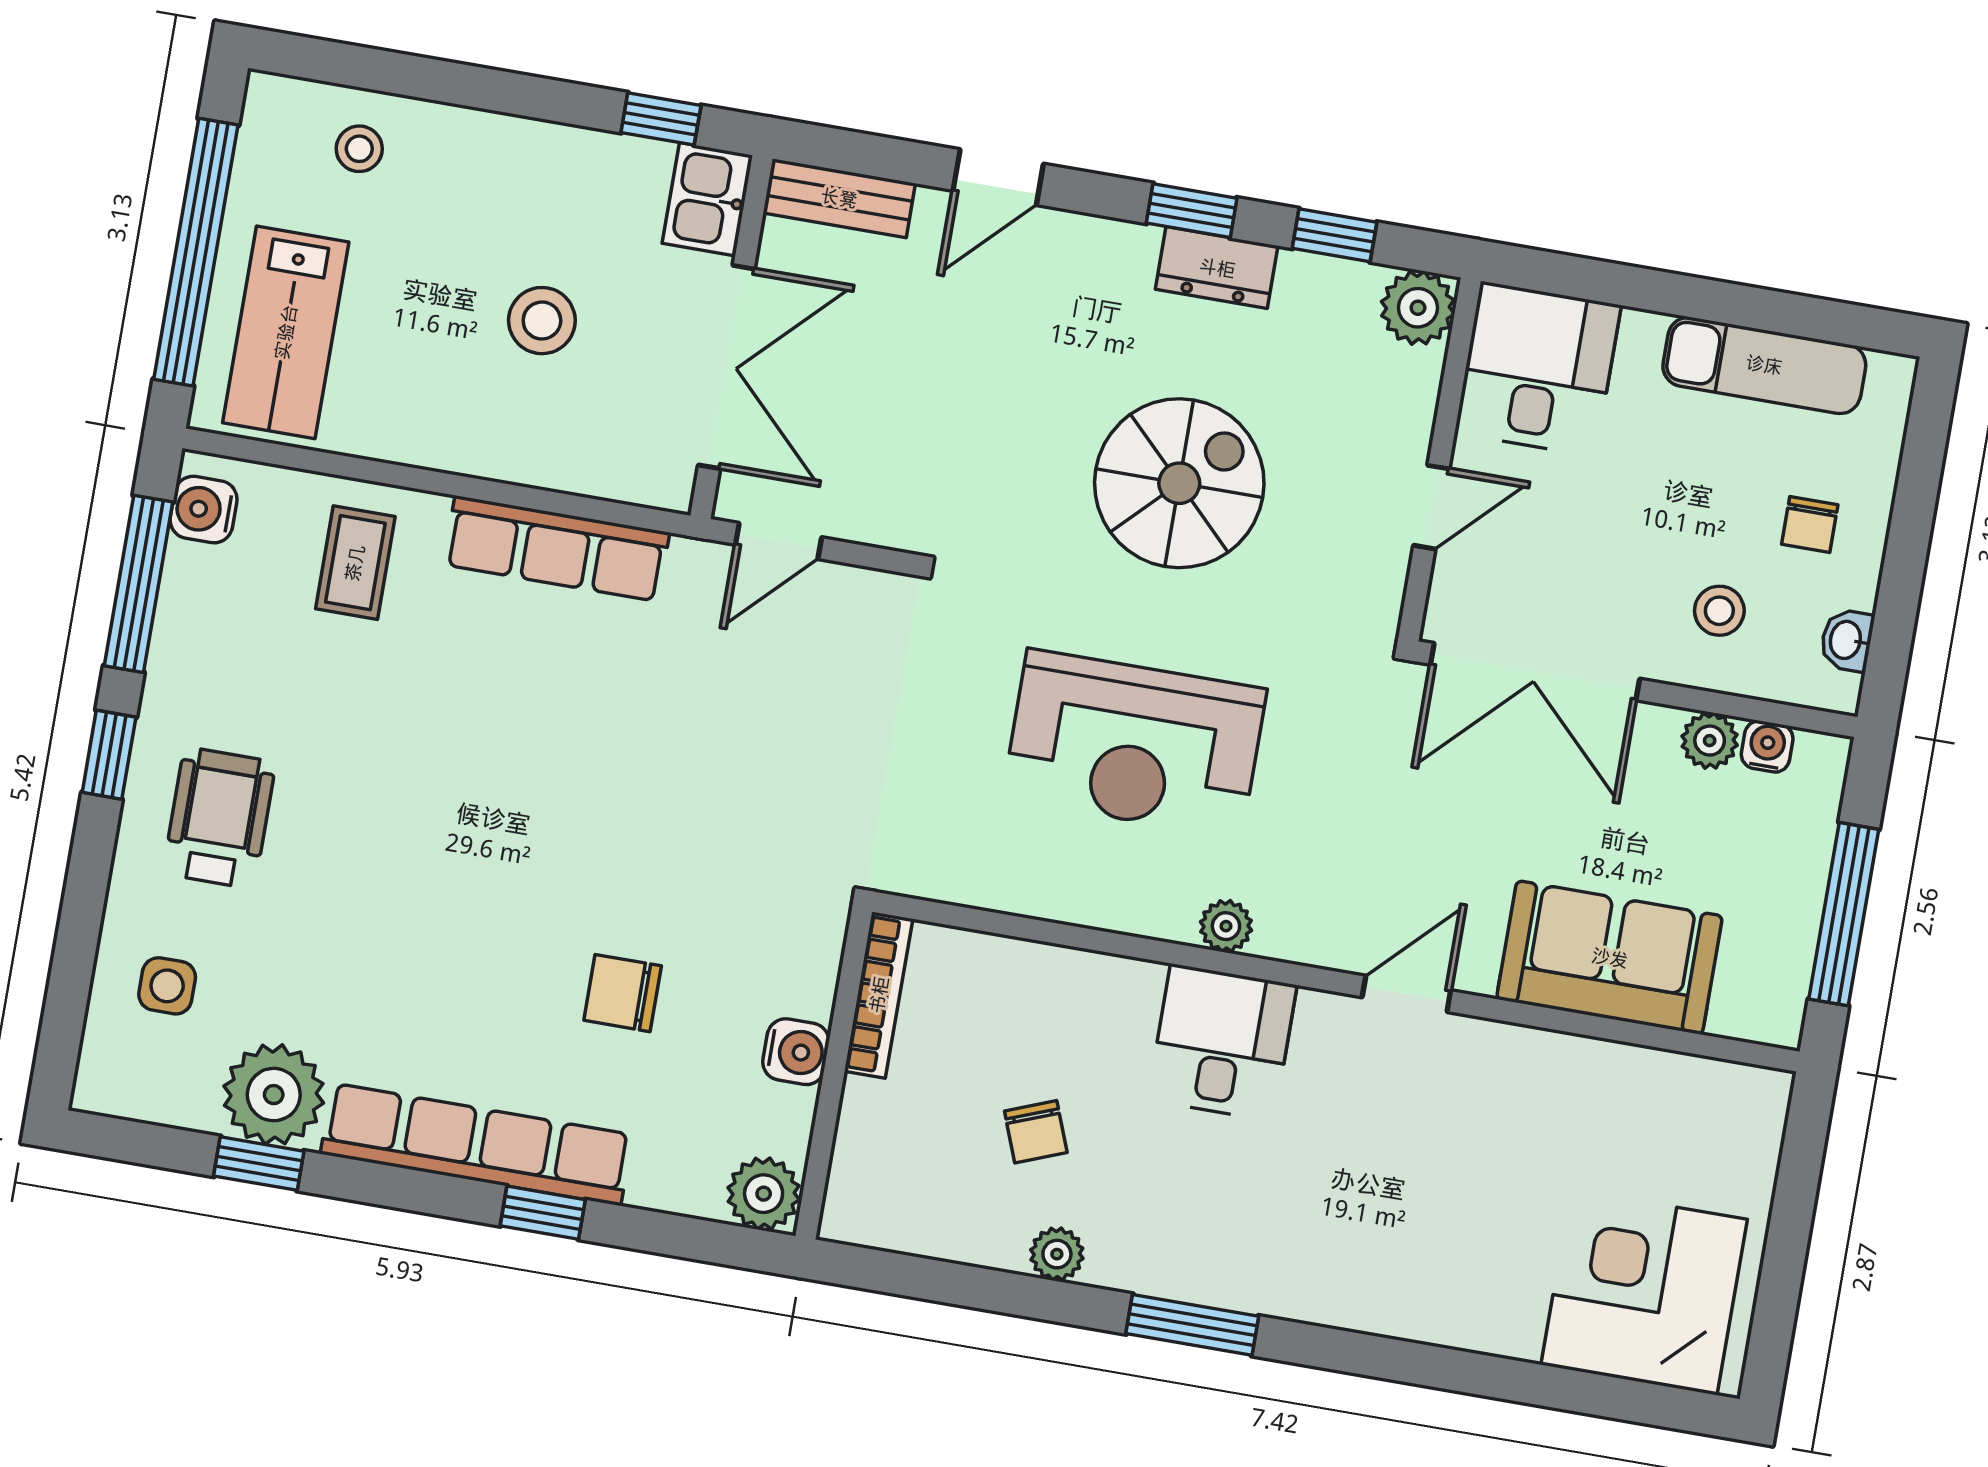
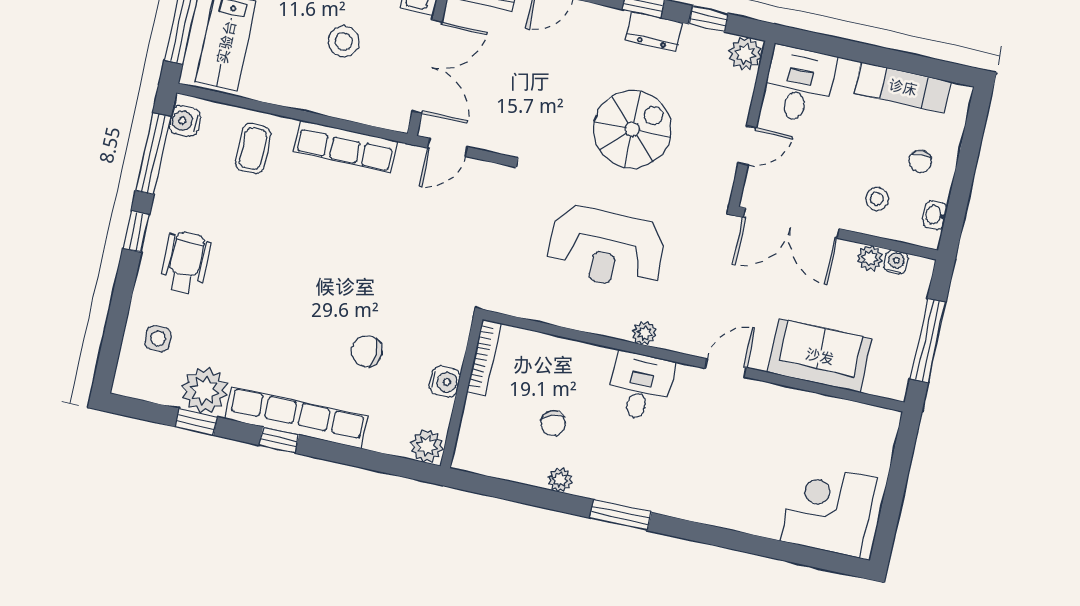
window: (543, 1213) -> (279, 440), moved

